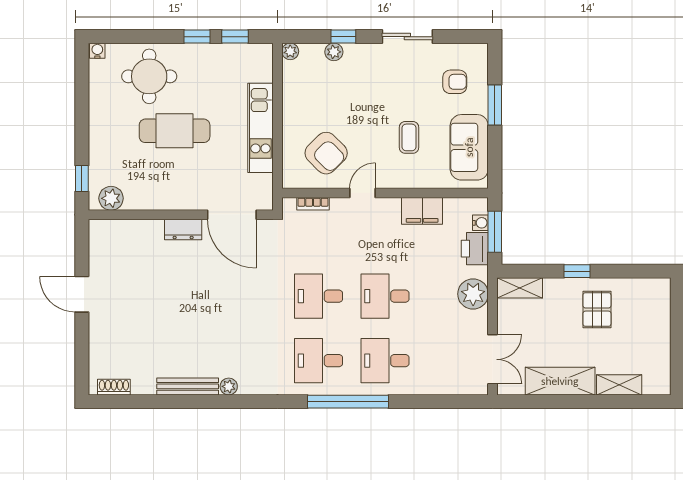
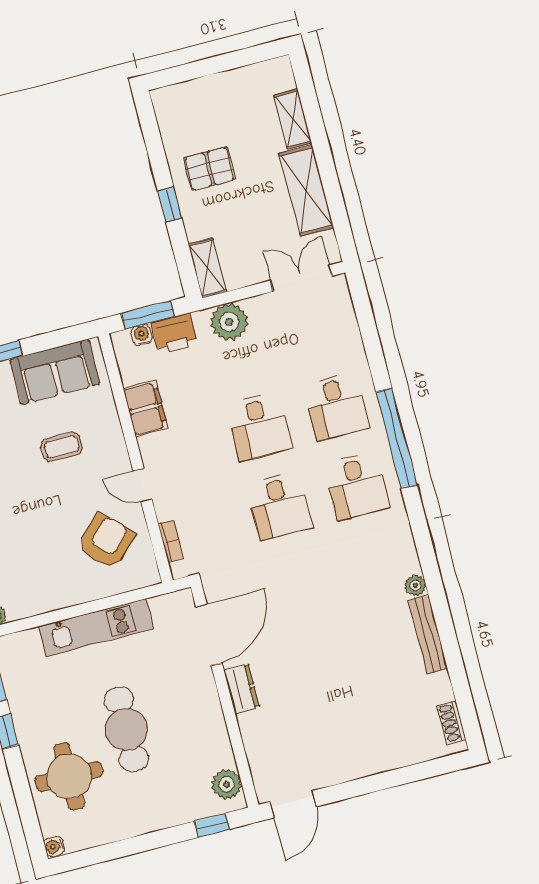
door: (82, 294) -> (293, 804), moved

